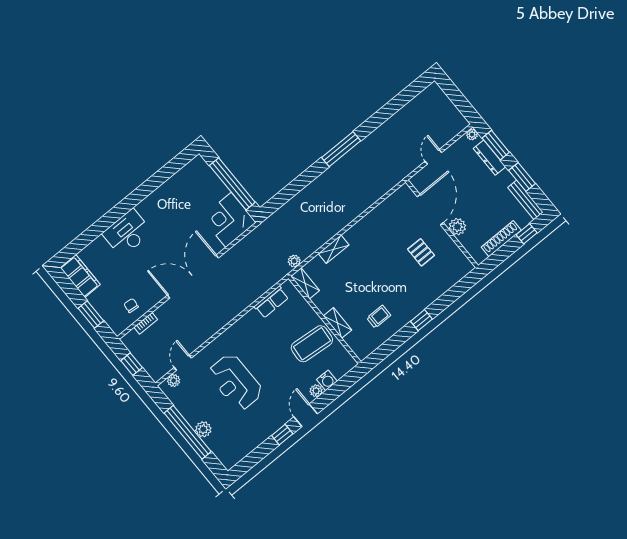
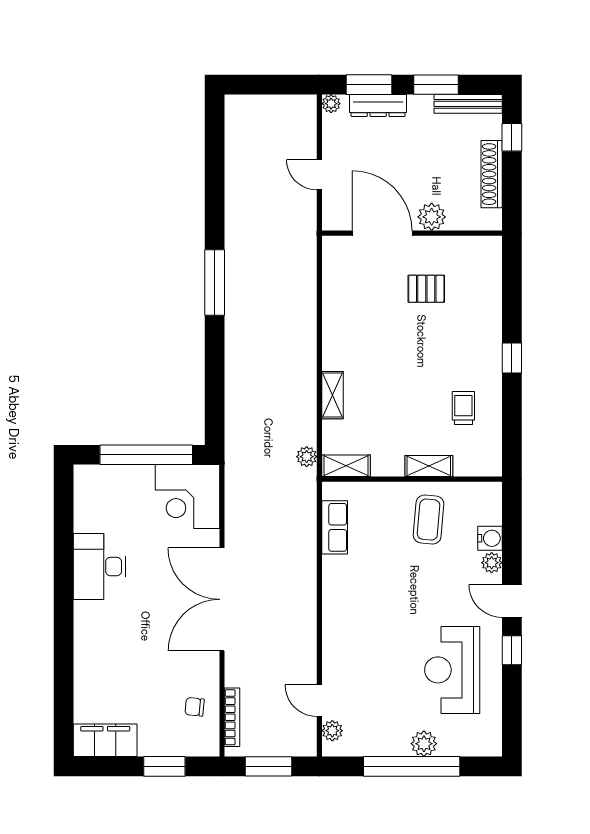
desk: (127, 233) -> (100, 567), moved
bookcase: (146, 323) -> (232, 717), width x1.56
coffee table: (312, 344) -> (429, 520), width x0.73, depth x0.76
window: (132, 364) -> (268, 766), width x1.50
reception desk: (235, 382) -> (452, 670), moved, turned 90

